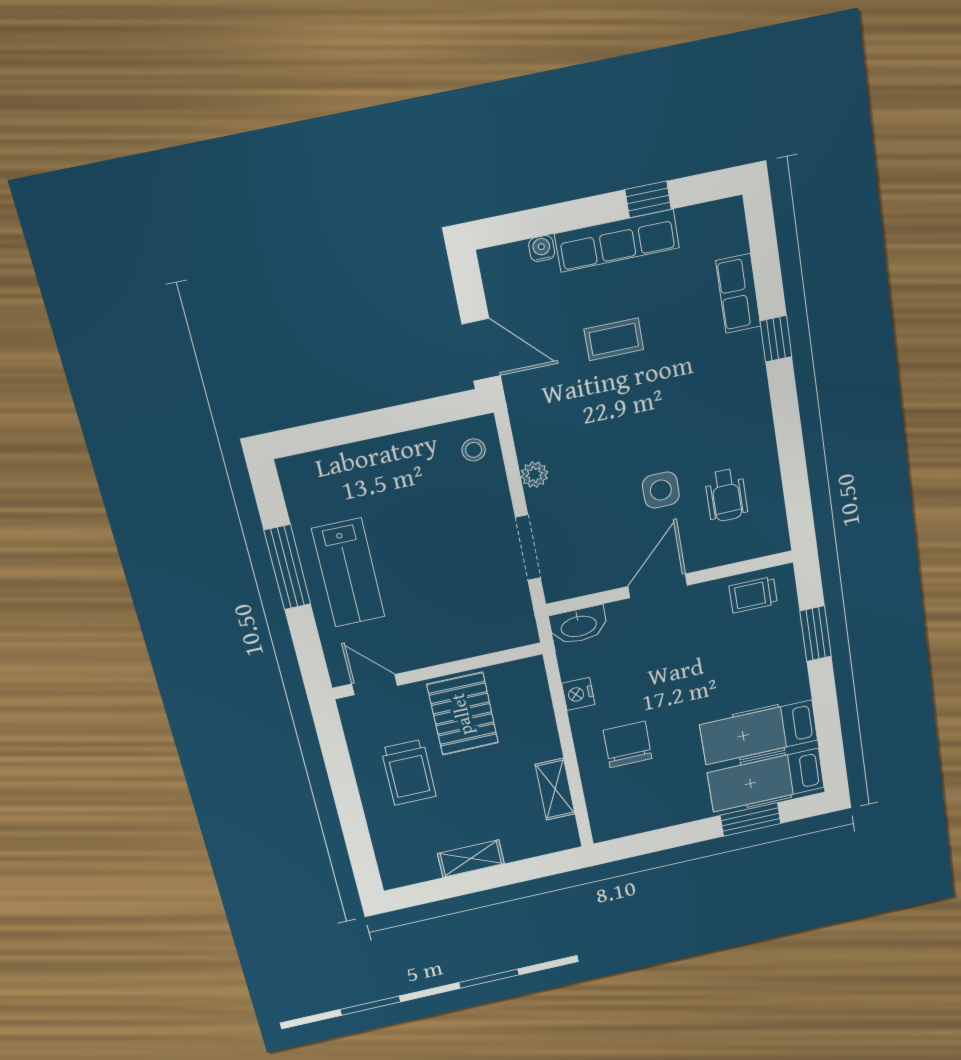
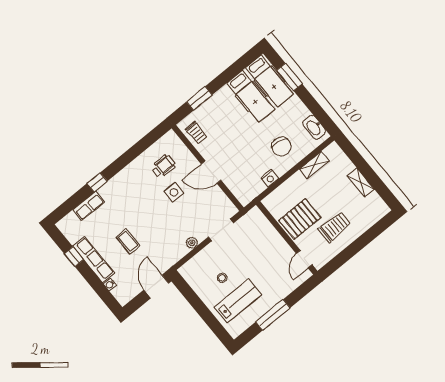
stool: (474, 450) -> (222, 278), moved
lab bench: (348, 573) -> (238, 301), moved
washbasin: (579, 625) -> (314, 127), moved, turned 180
chair: (628, 744) -> (281, 147), turned -81

